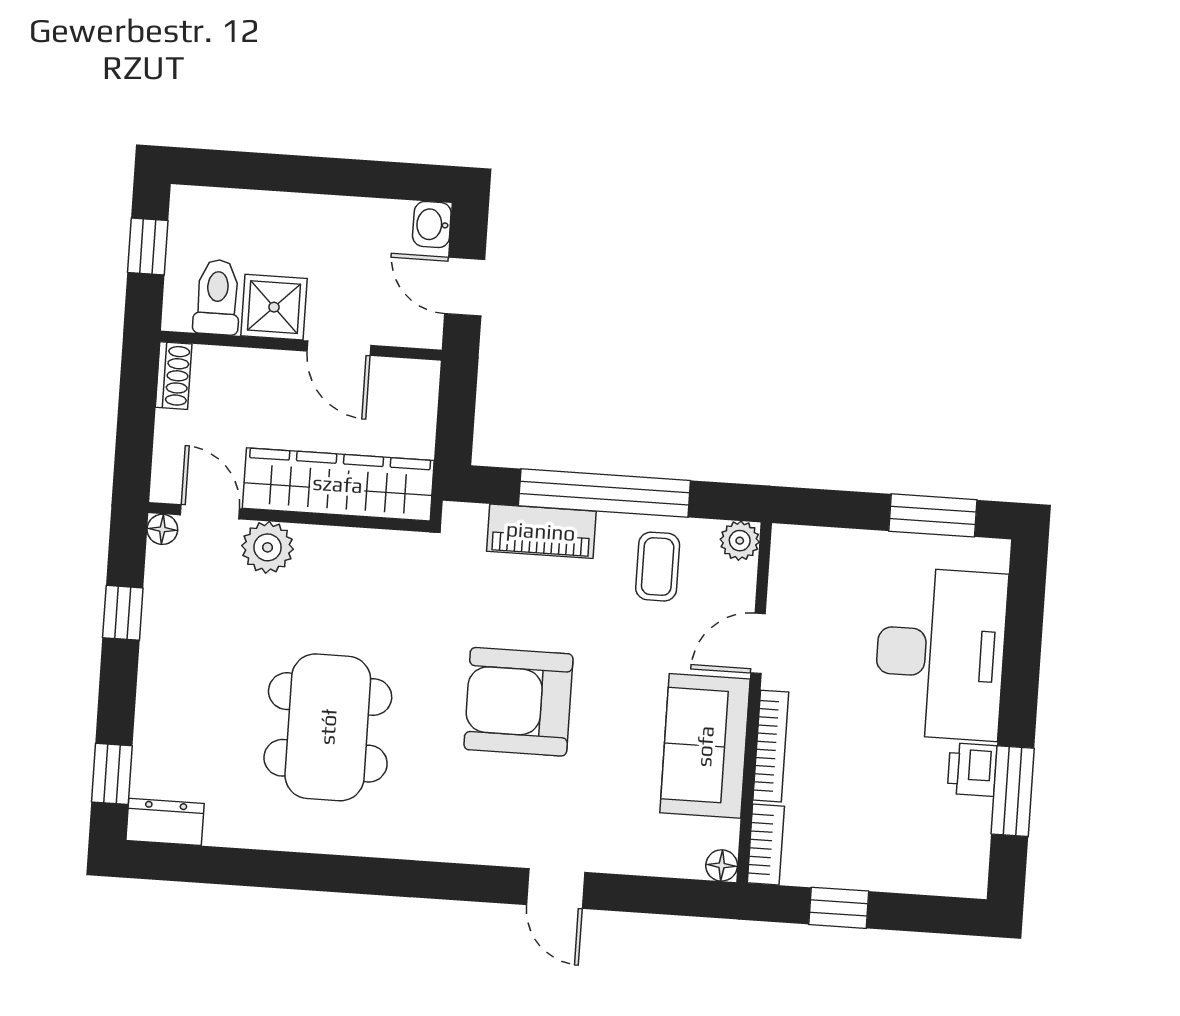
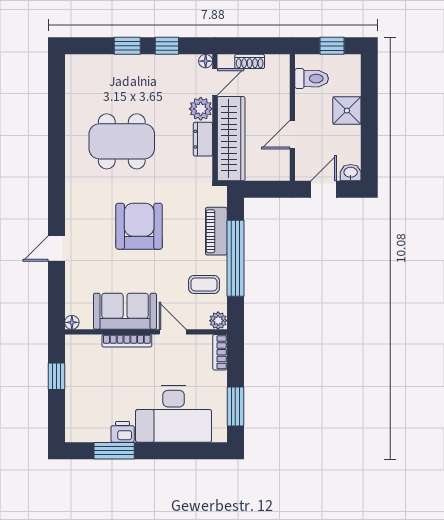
shower: (274, 307) -> (347, 111), moved
shoe rack: (174, 376) -> (250, 61), moved
window: (112, 774) -> (127, 46), moved
dresser: (165, 822) -> (203, 139), moved, turned 180
bookcase: (766, 844) -> (220, 352), moved, turned 90

